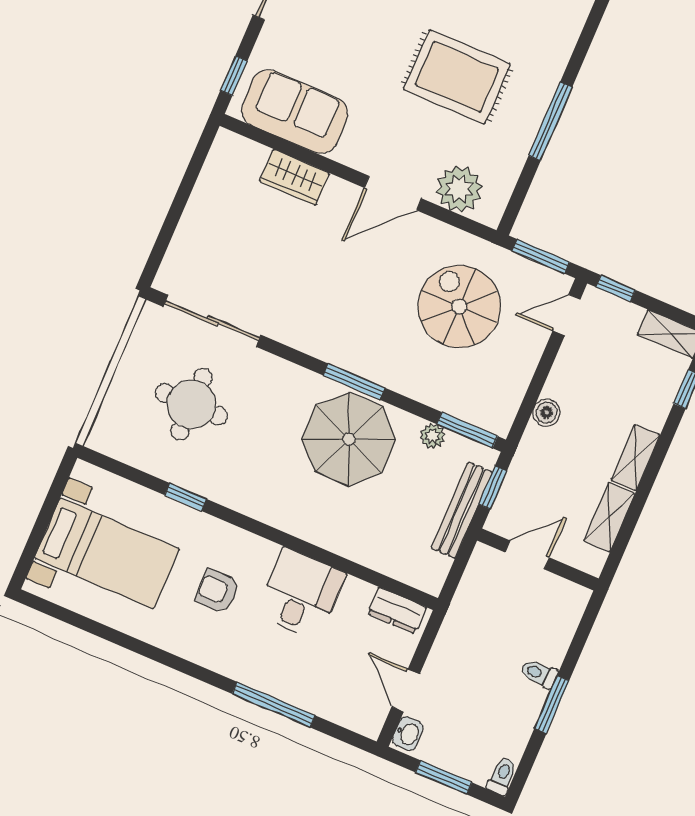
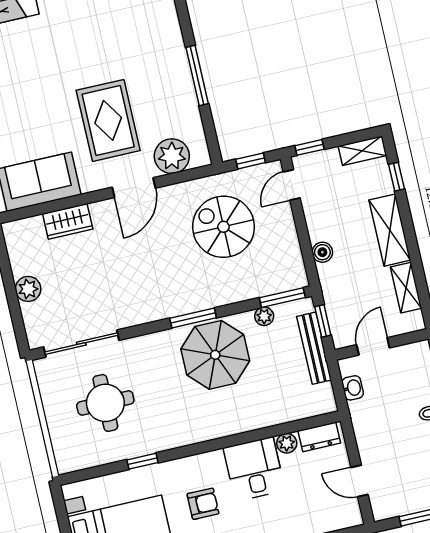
rug: (457, 77) -> (108, 120), moved, turned 90
plant: (198, 219) -> (28, 289), added
window: (541, 256) -> (251, 161), width x0.67
shelving: (636, 458) -> (390, 230), width x1.50, depth x1.33
armchair: (218, 591) -> (203, 504), turned 180
plant: (356, 592) -> (287, 443), added
washbasin: (408, 734) -> (353, 388), moved

